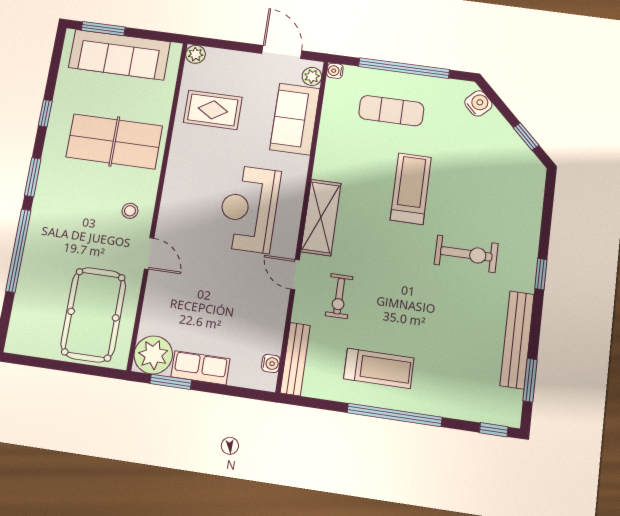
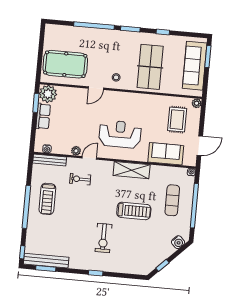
plant: (312, 76) -> (76, 151), moved
rug: (213, 110) -> (177, 120), moved
shelving: (321, 217) -> (132, 170), moved
bench: (517, 340) -> (46, 261), moved

